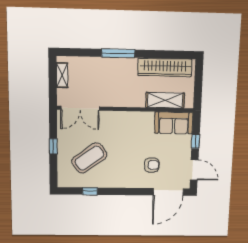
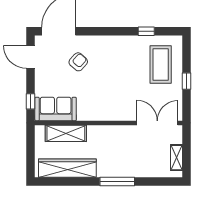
window: (196, 141) -> (31, 101), moved
coffee table: (89, 158) -> (161, 64), moved, turned -54
armchair: (152, 165) -> (78, 62), turned 132

